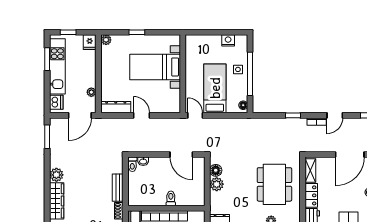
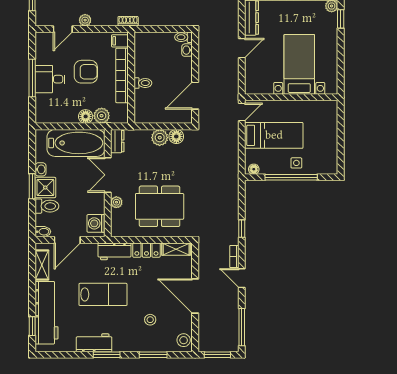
window: (137, 32) -> (341, 19), moved
nightstand: (228, 40) -> (331, 151), removed
bench: (118, 188) -> (156, 20), removed

